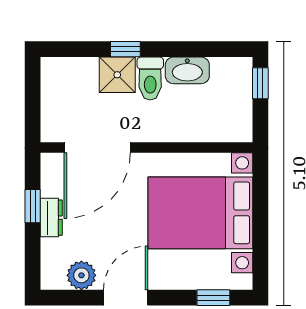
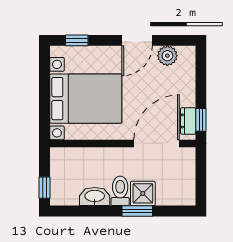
window: (125, 49) -> (137, 211), width x1.50
window: (33, 206) -> (201, 120), moved
dresser: (51, 218) -> (188, 121), moved

